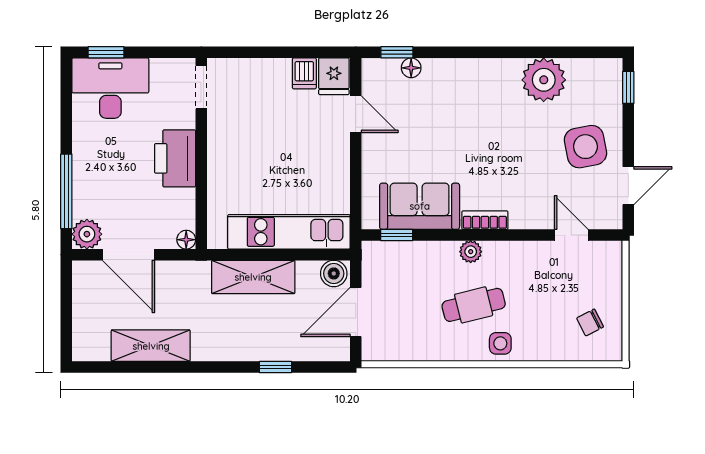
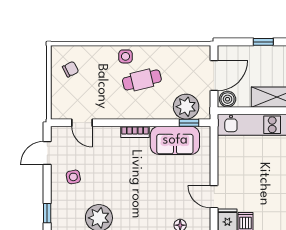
side table: (585, 147) -> (73, 177), width x0.54, depth x0.54
plant: (471, 252) -> (186, 107), moved, width x1.88, depth x1.88

